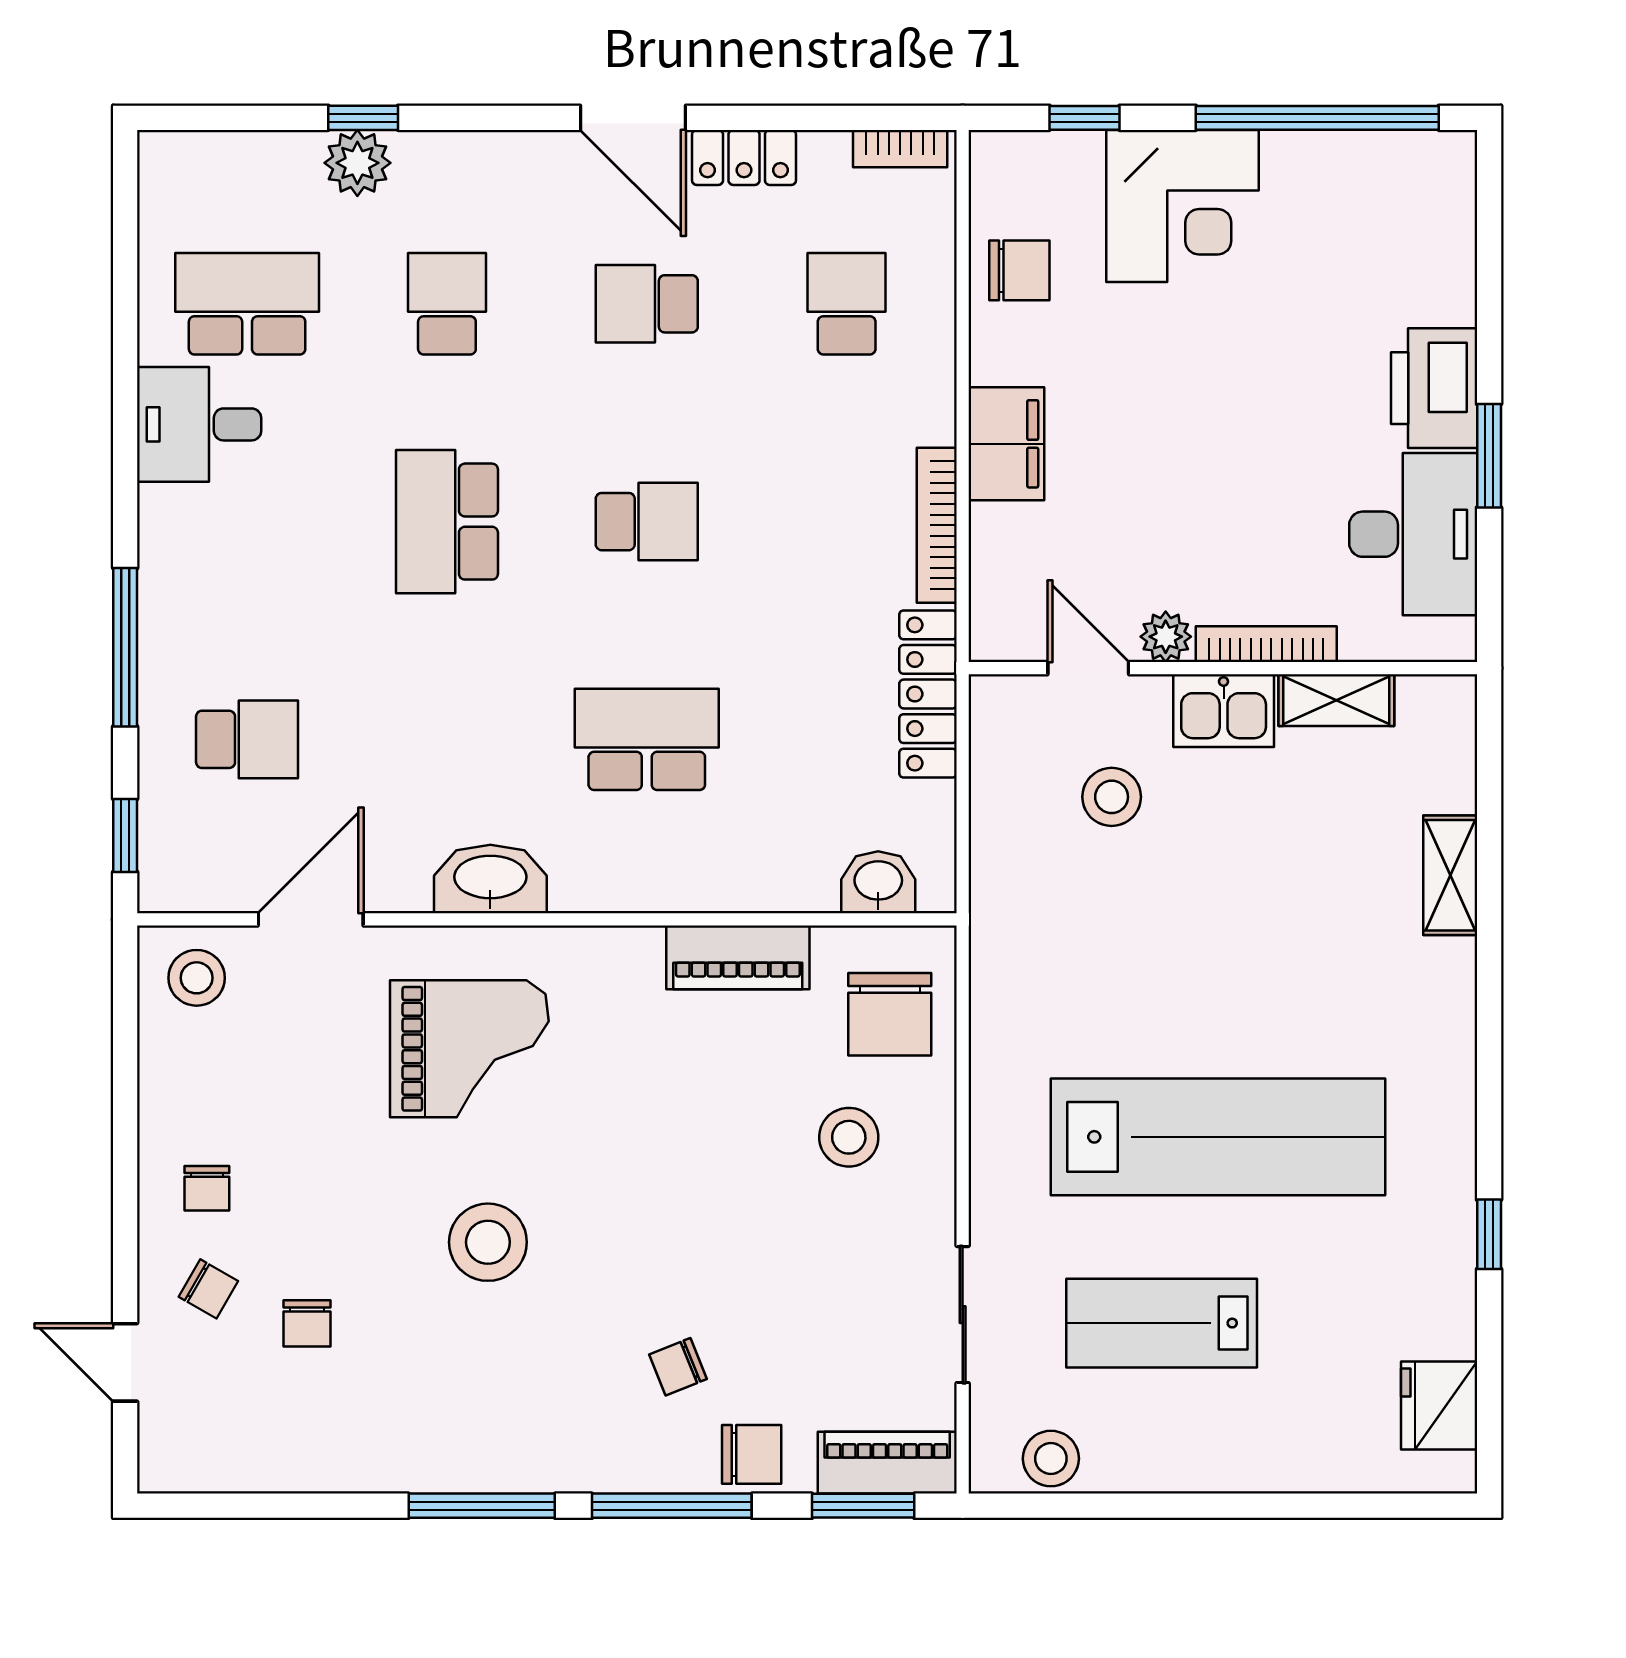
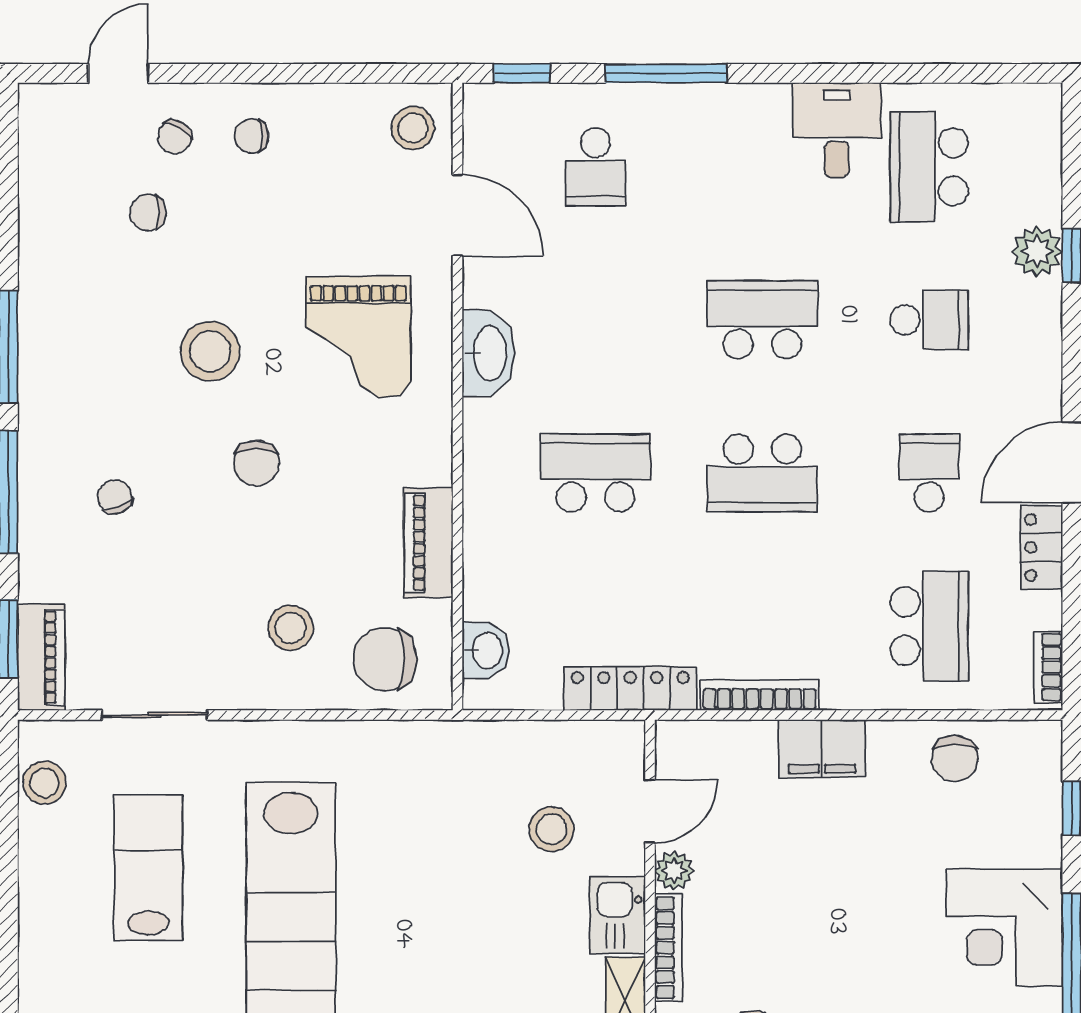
corner desk: (1182, 206) -> (1004, 928), moved
school desk: (247, 304) -> (929, 167), turned 180
school desk: (847, 304) -> (929, 626), width x1.85
school desk: (647, 522) -> (762, 473), width x1.85
school desk: (647, 739) -> (595, 473), turned -90
chair: (752, 1454) -> (256, 463), moved

